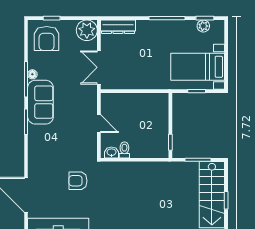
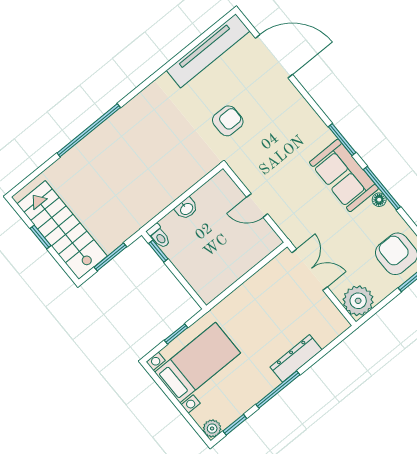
plant: (203, 26) -> (212, 428), moved
dresser: (118, 27) -> (296, 358), moved
toilet: (124, 150) -> (159, 236), moved
washbasin: (111, 152) -> (186, 209), moved

